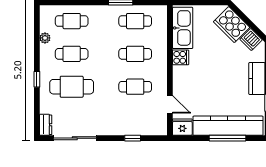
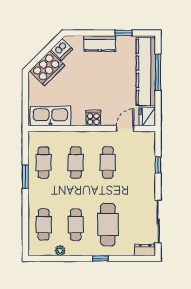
cooker: (181, 57) -> (93, 118), moved

